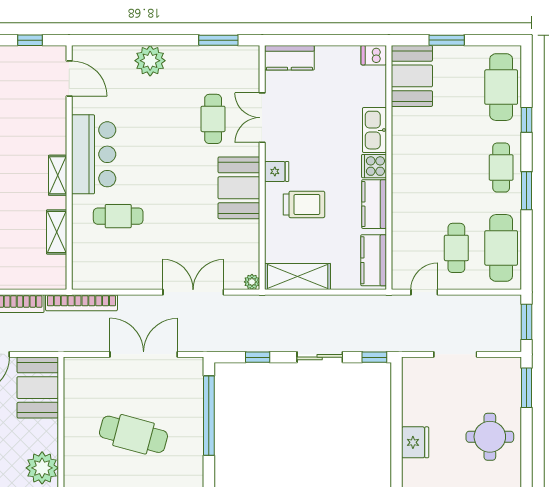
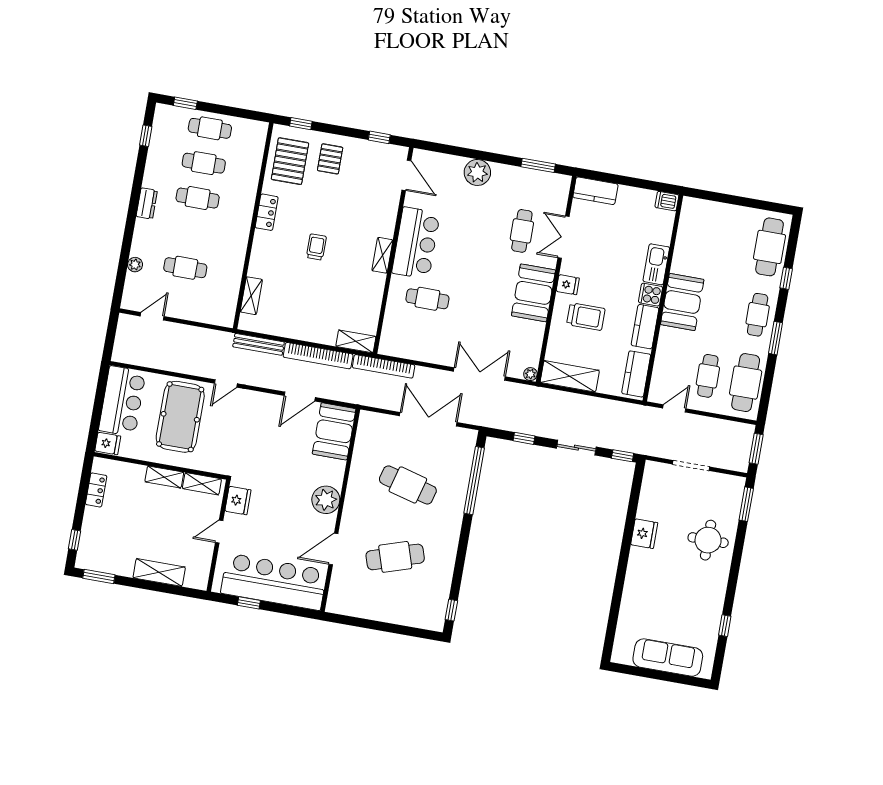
window: (447, 40) -> (731, 199), removed
booth: (412, 76) -> (682, 302), moved
shelving: (57, 232) -> (356, 341), moved, turned 90

